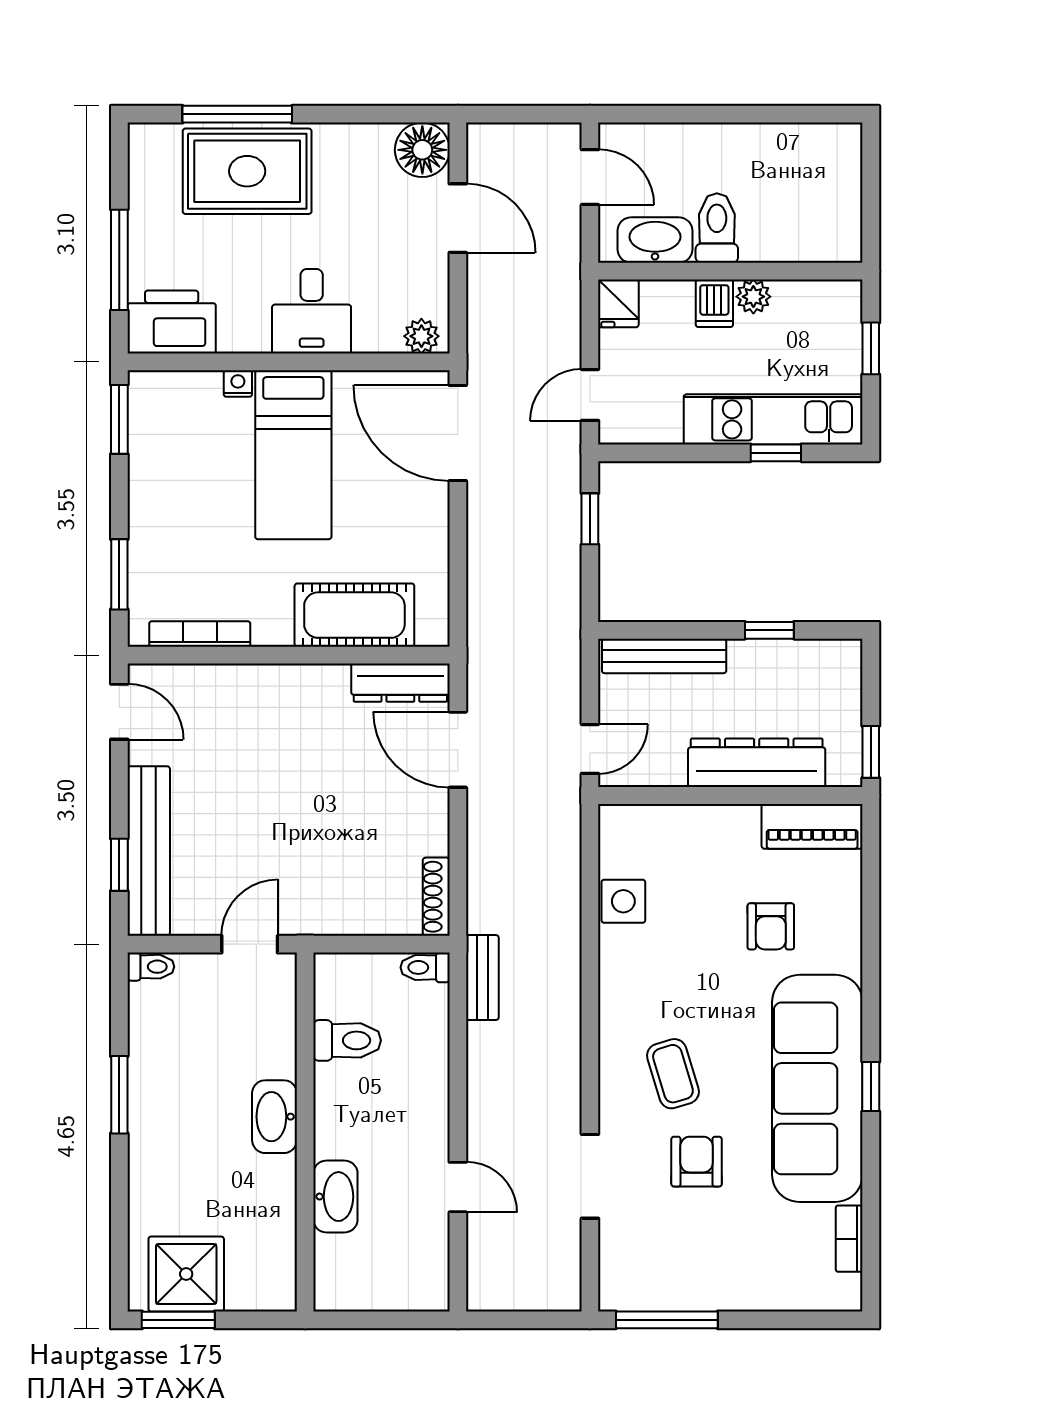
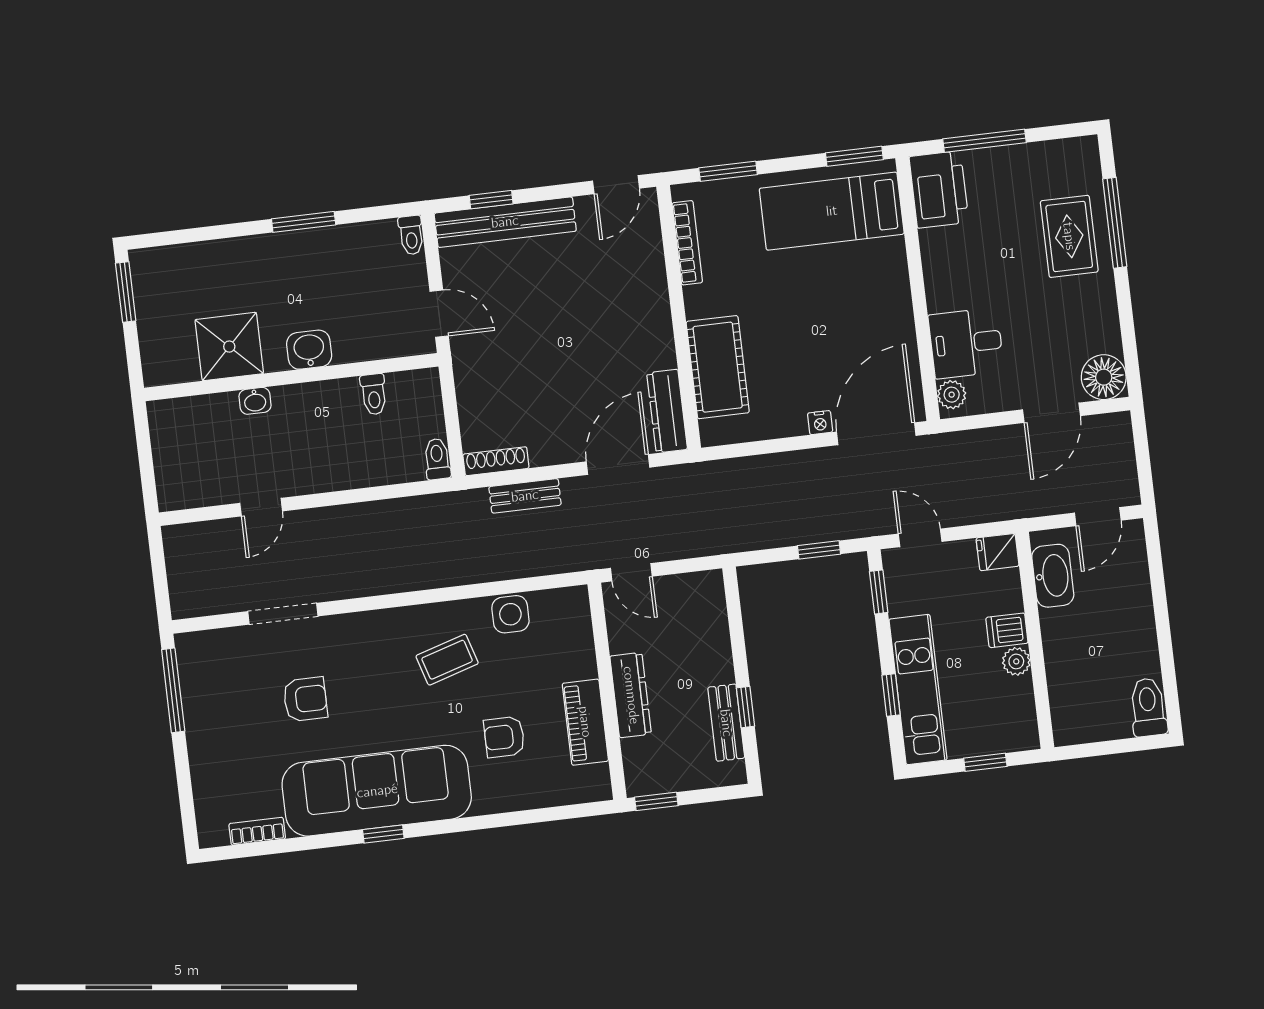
rug: (247, 171) -> (1069, 236), width x0.73, depth x0.70
toilet: (717, 228) -> (1148, 707), moved, turned -90
desk: (312, 311) -> (966, 343), moved
nightstand: (238, 384) -> (820, 423), moved, turned 90
window: (649, 453) -> (879, 592), added
bed: (293, 455) -> (832, 211), moved
bench: (664, 656) -> (726, 723), moved, width x0.73
dresser: (757, 763) -> (631, 695), width x0.73, depth x0.80
piano: (812, 826) -> (585, 722), moved
bench: (482, 977) -> (525, 496), moved
toilet: (347, 1040) -> (374, 394), width x0.73, depth x0.72
coffee table: (673, 1074) -> (447, 660), moved
washbasin: (274, 1117) -> (309, 350), width x0.72
washbasin: (335, 1197) -> (255, 401), width x0.52, depth x0.69
shower: (186, 1274) -> (229, 347), moved

